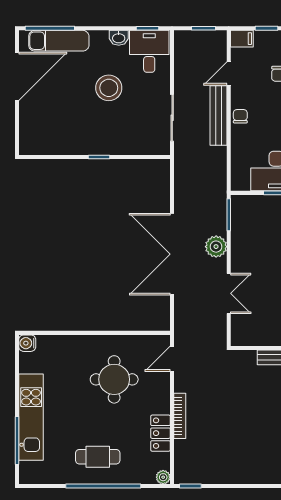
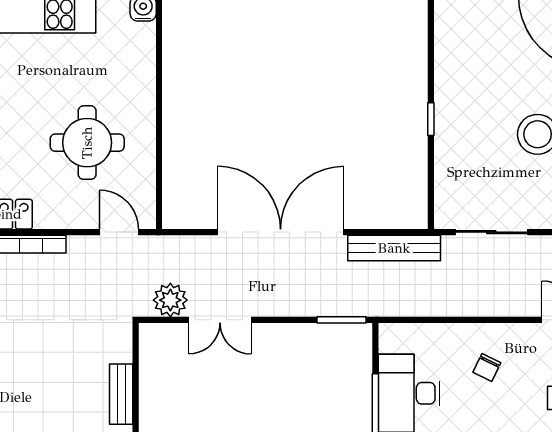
bench: (219, 116) -> (394, 248), moved
chair: (240, 116) -> (487, 367), moved, turned 116
plant: (216, 247) -> (170, 300), moved

